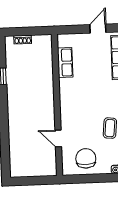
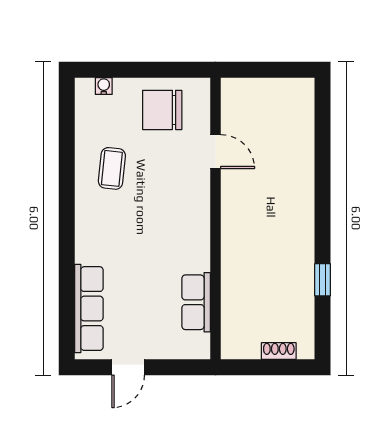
chair: (86, 158) -> (162, 110), turned 90

